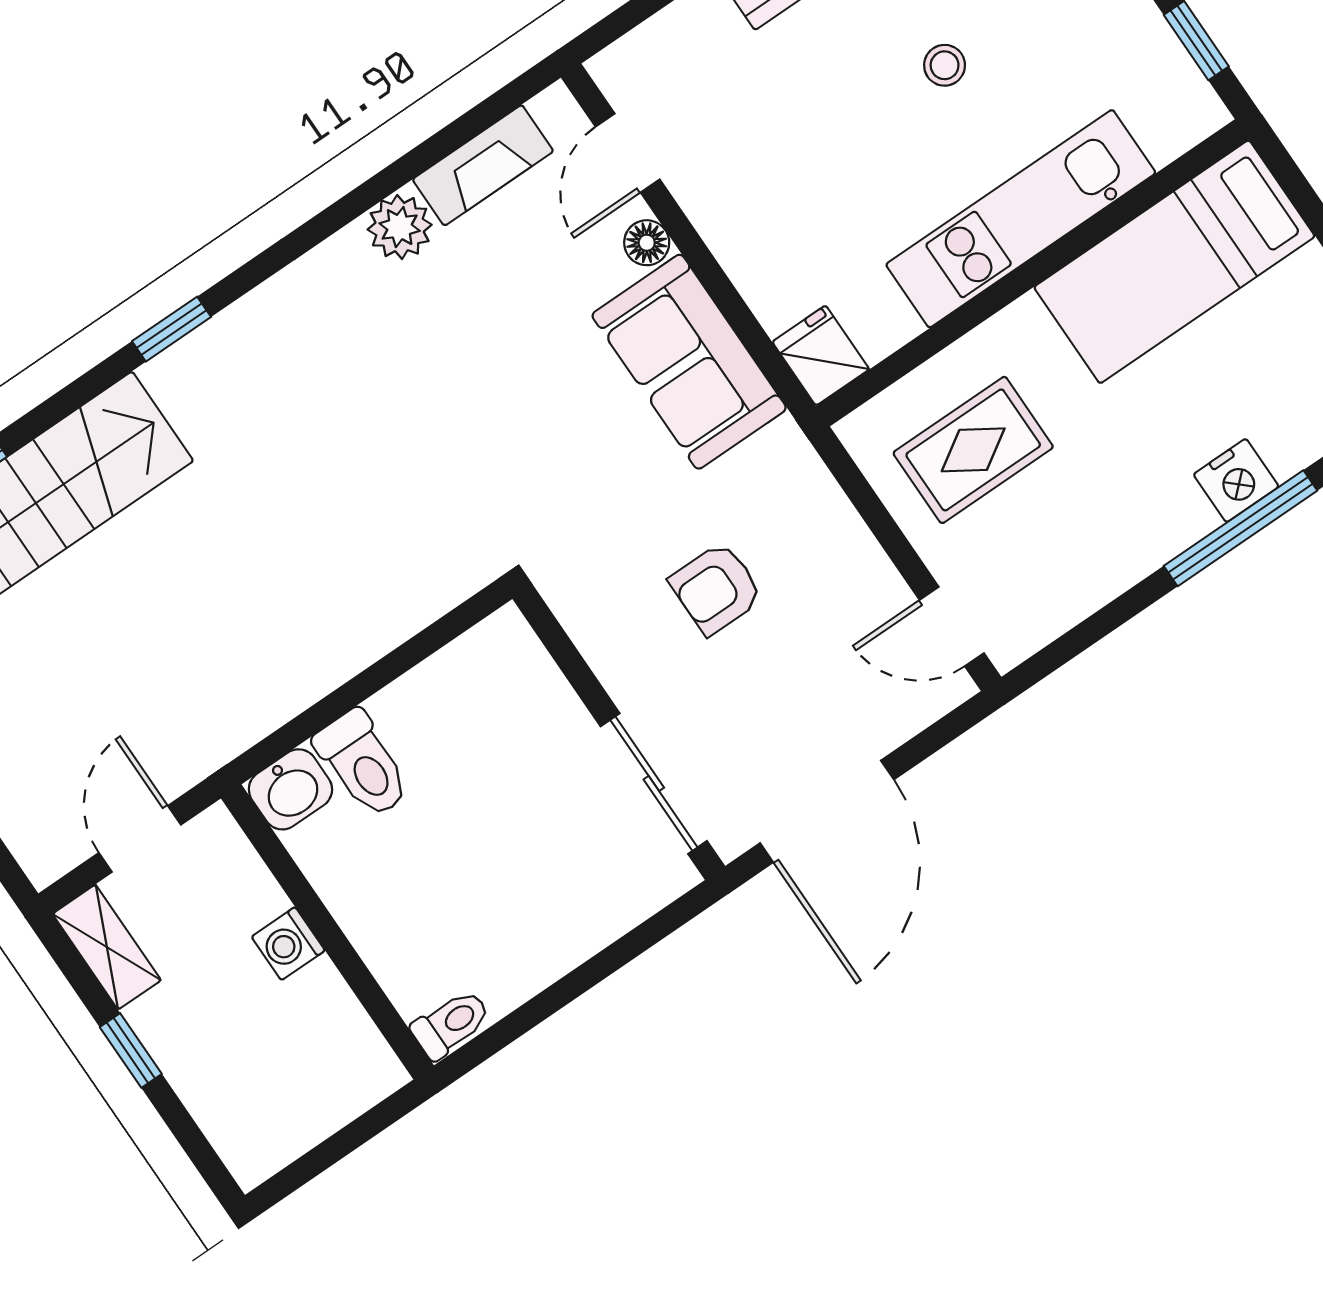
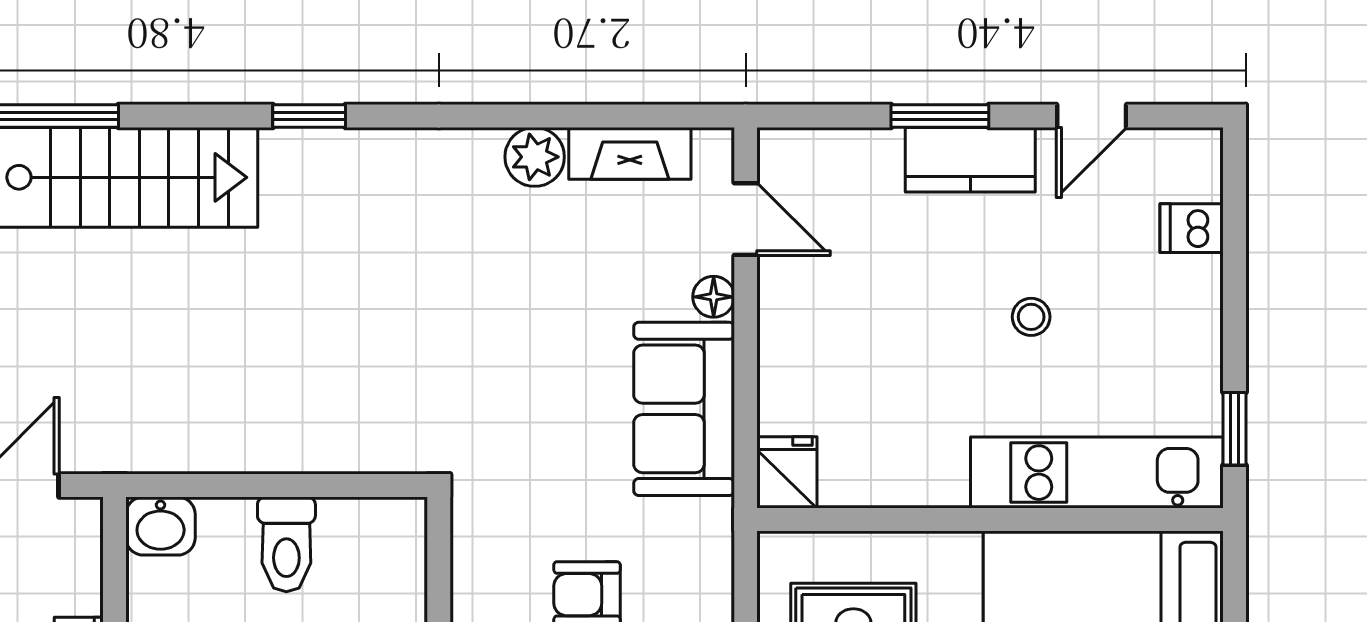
door: (628, 153) -> (746, 219), swing flipped
kitchen unit: (1021, 219) -> (1097, 473), moved
toilet: (363, 764) -> (286, 544), moved

